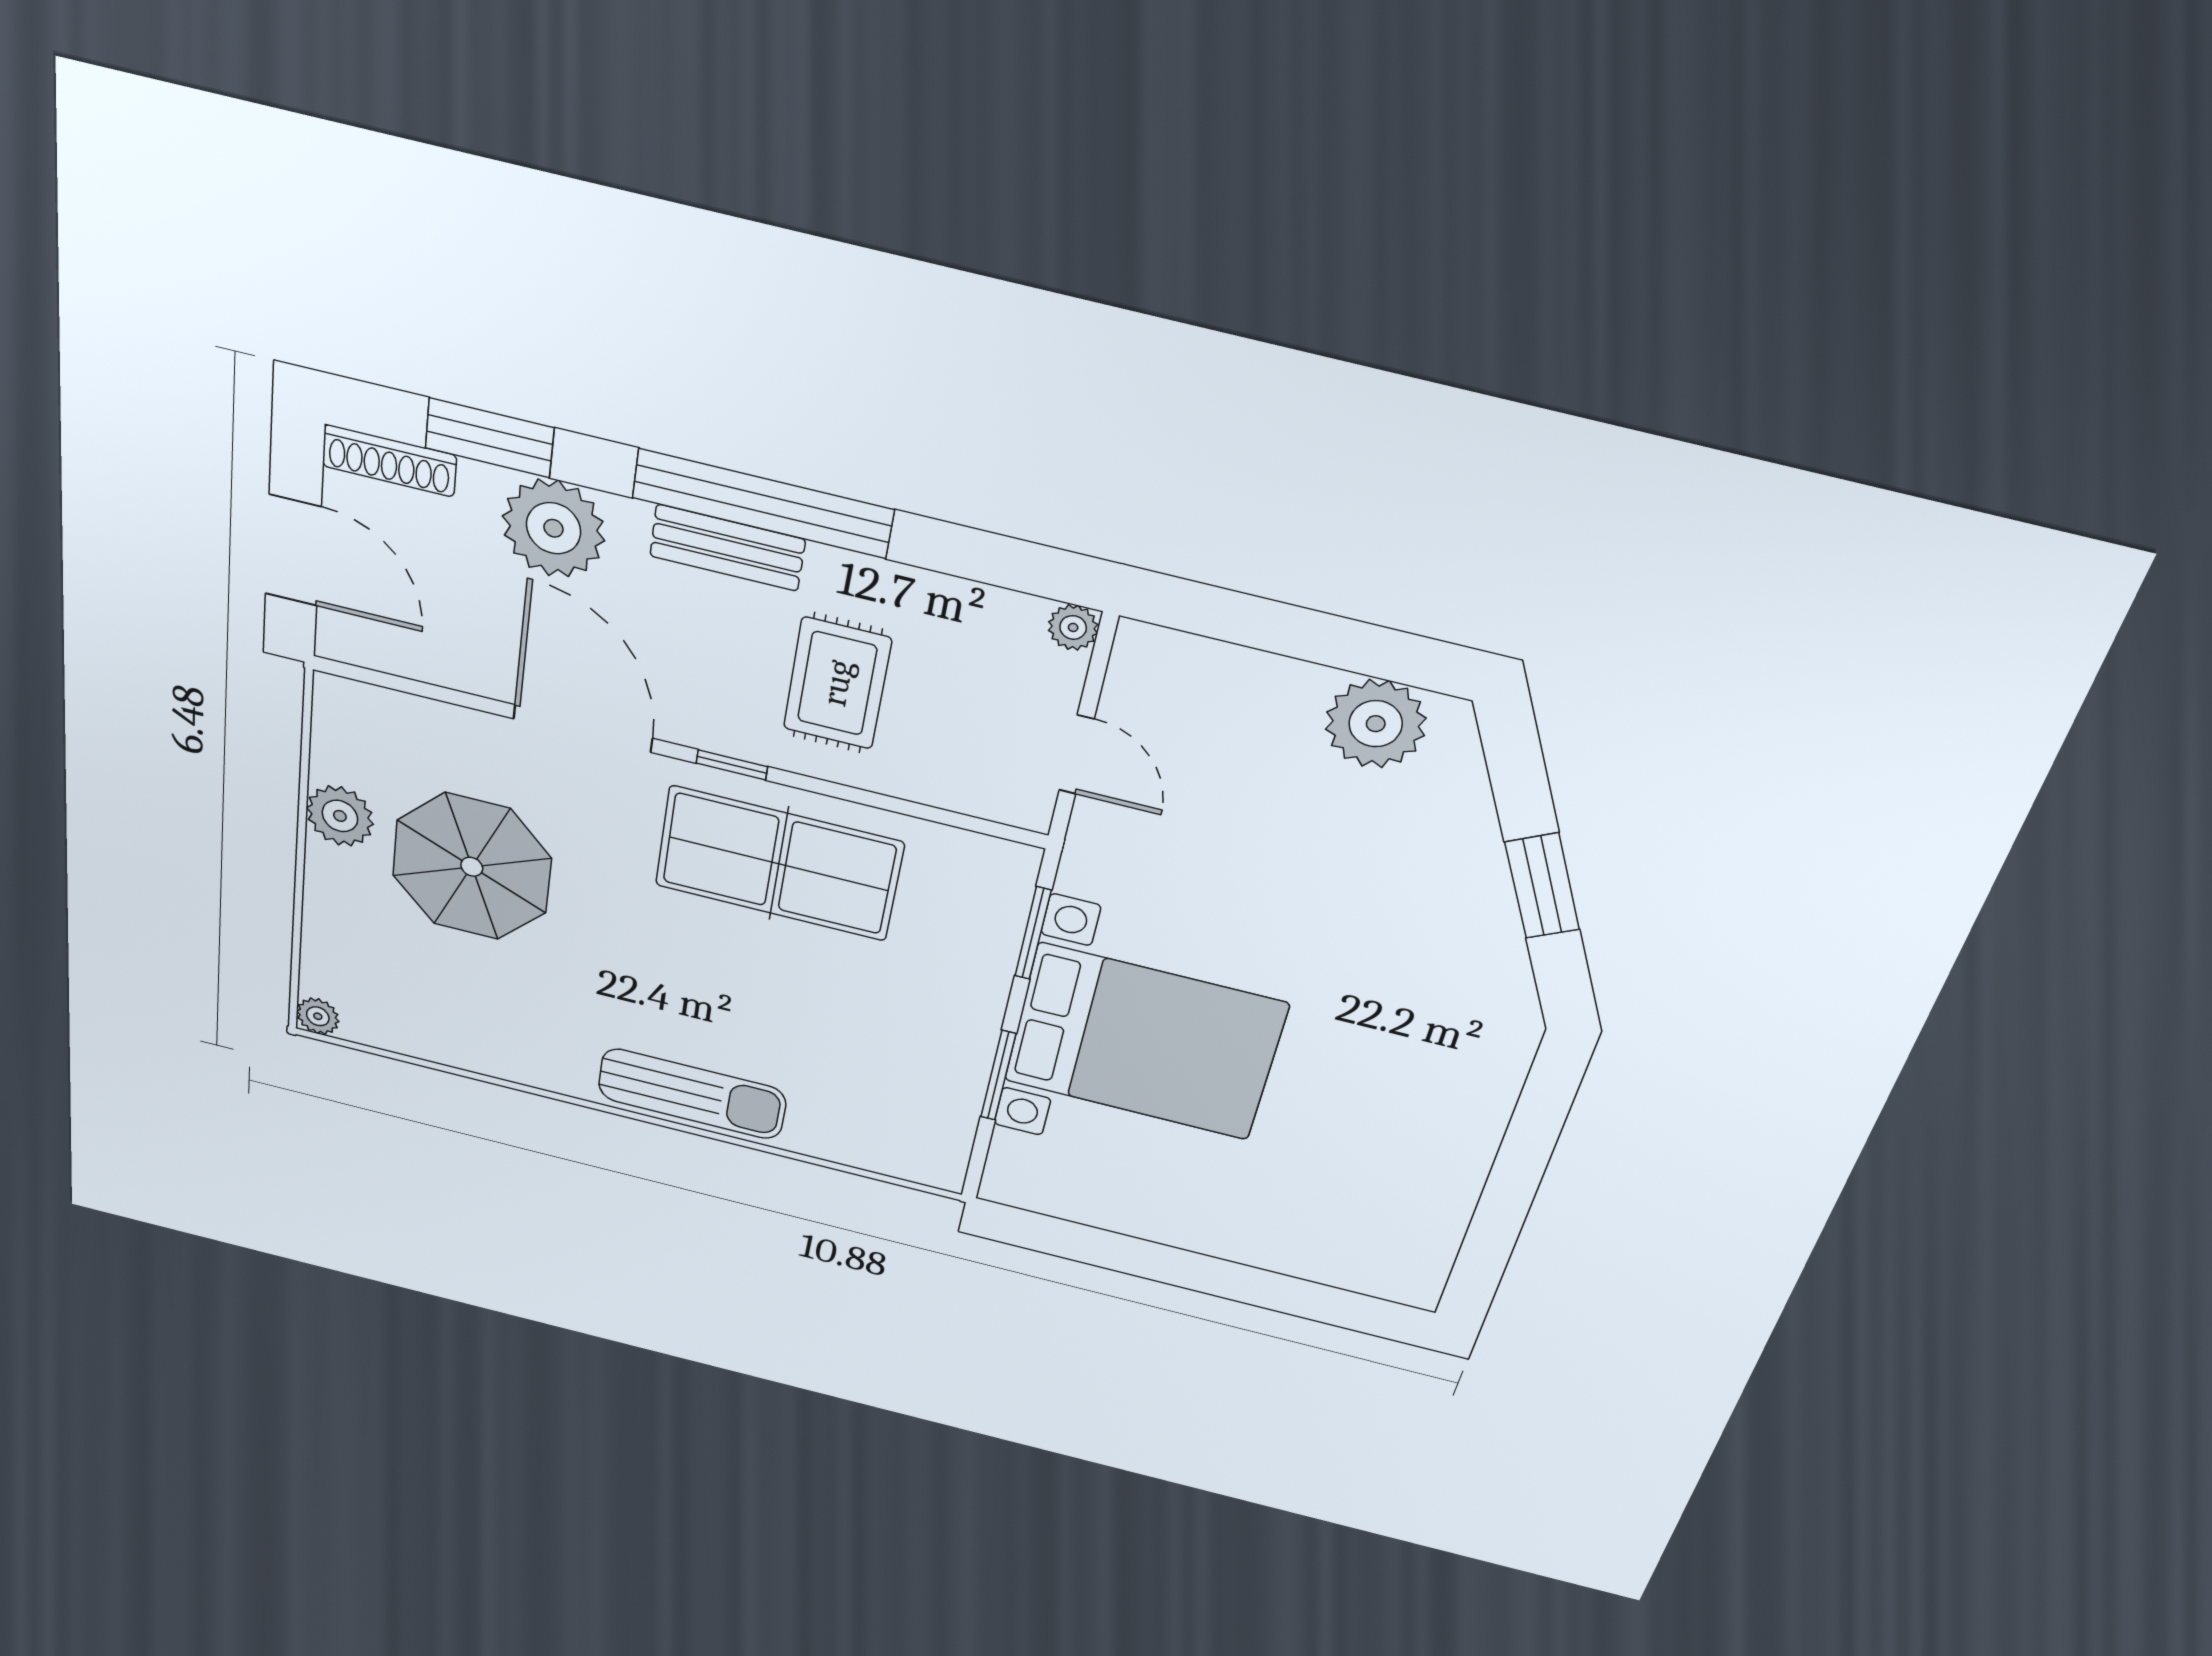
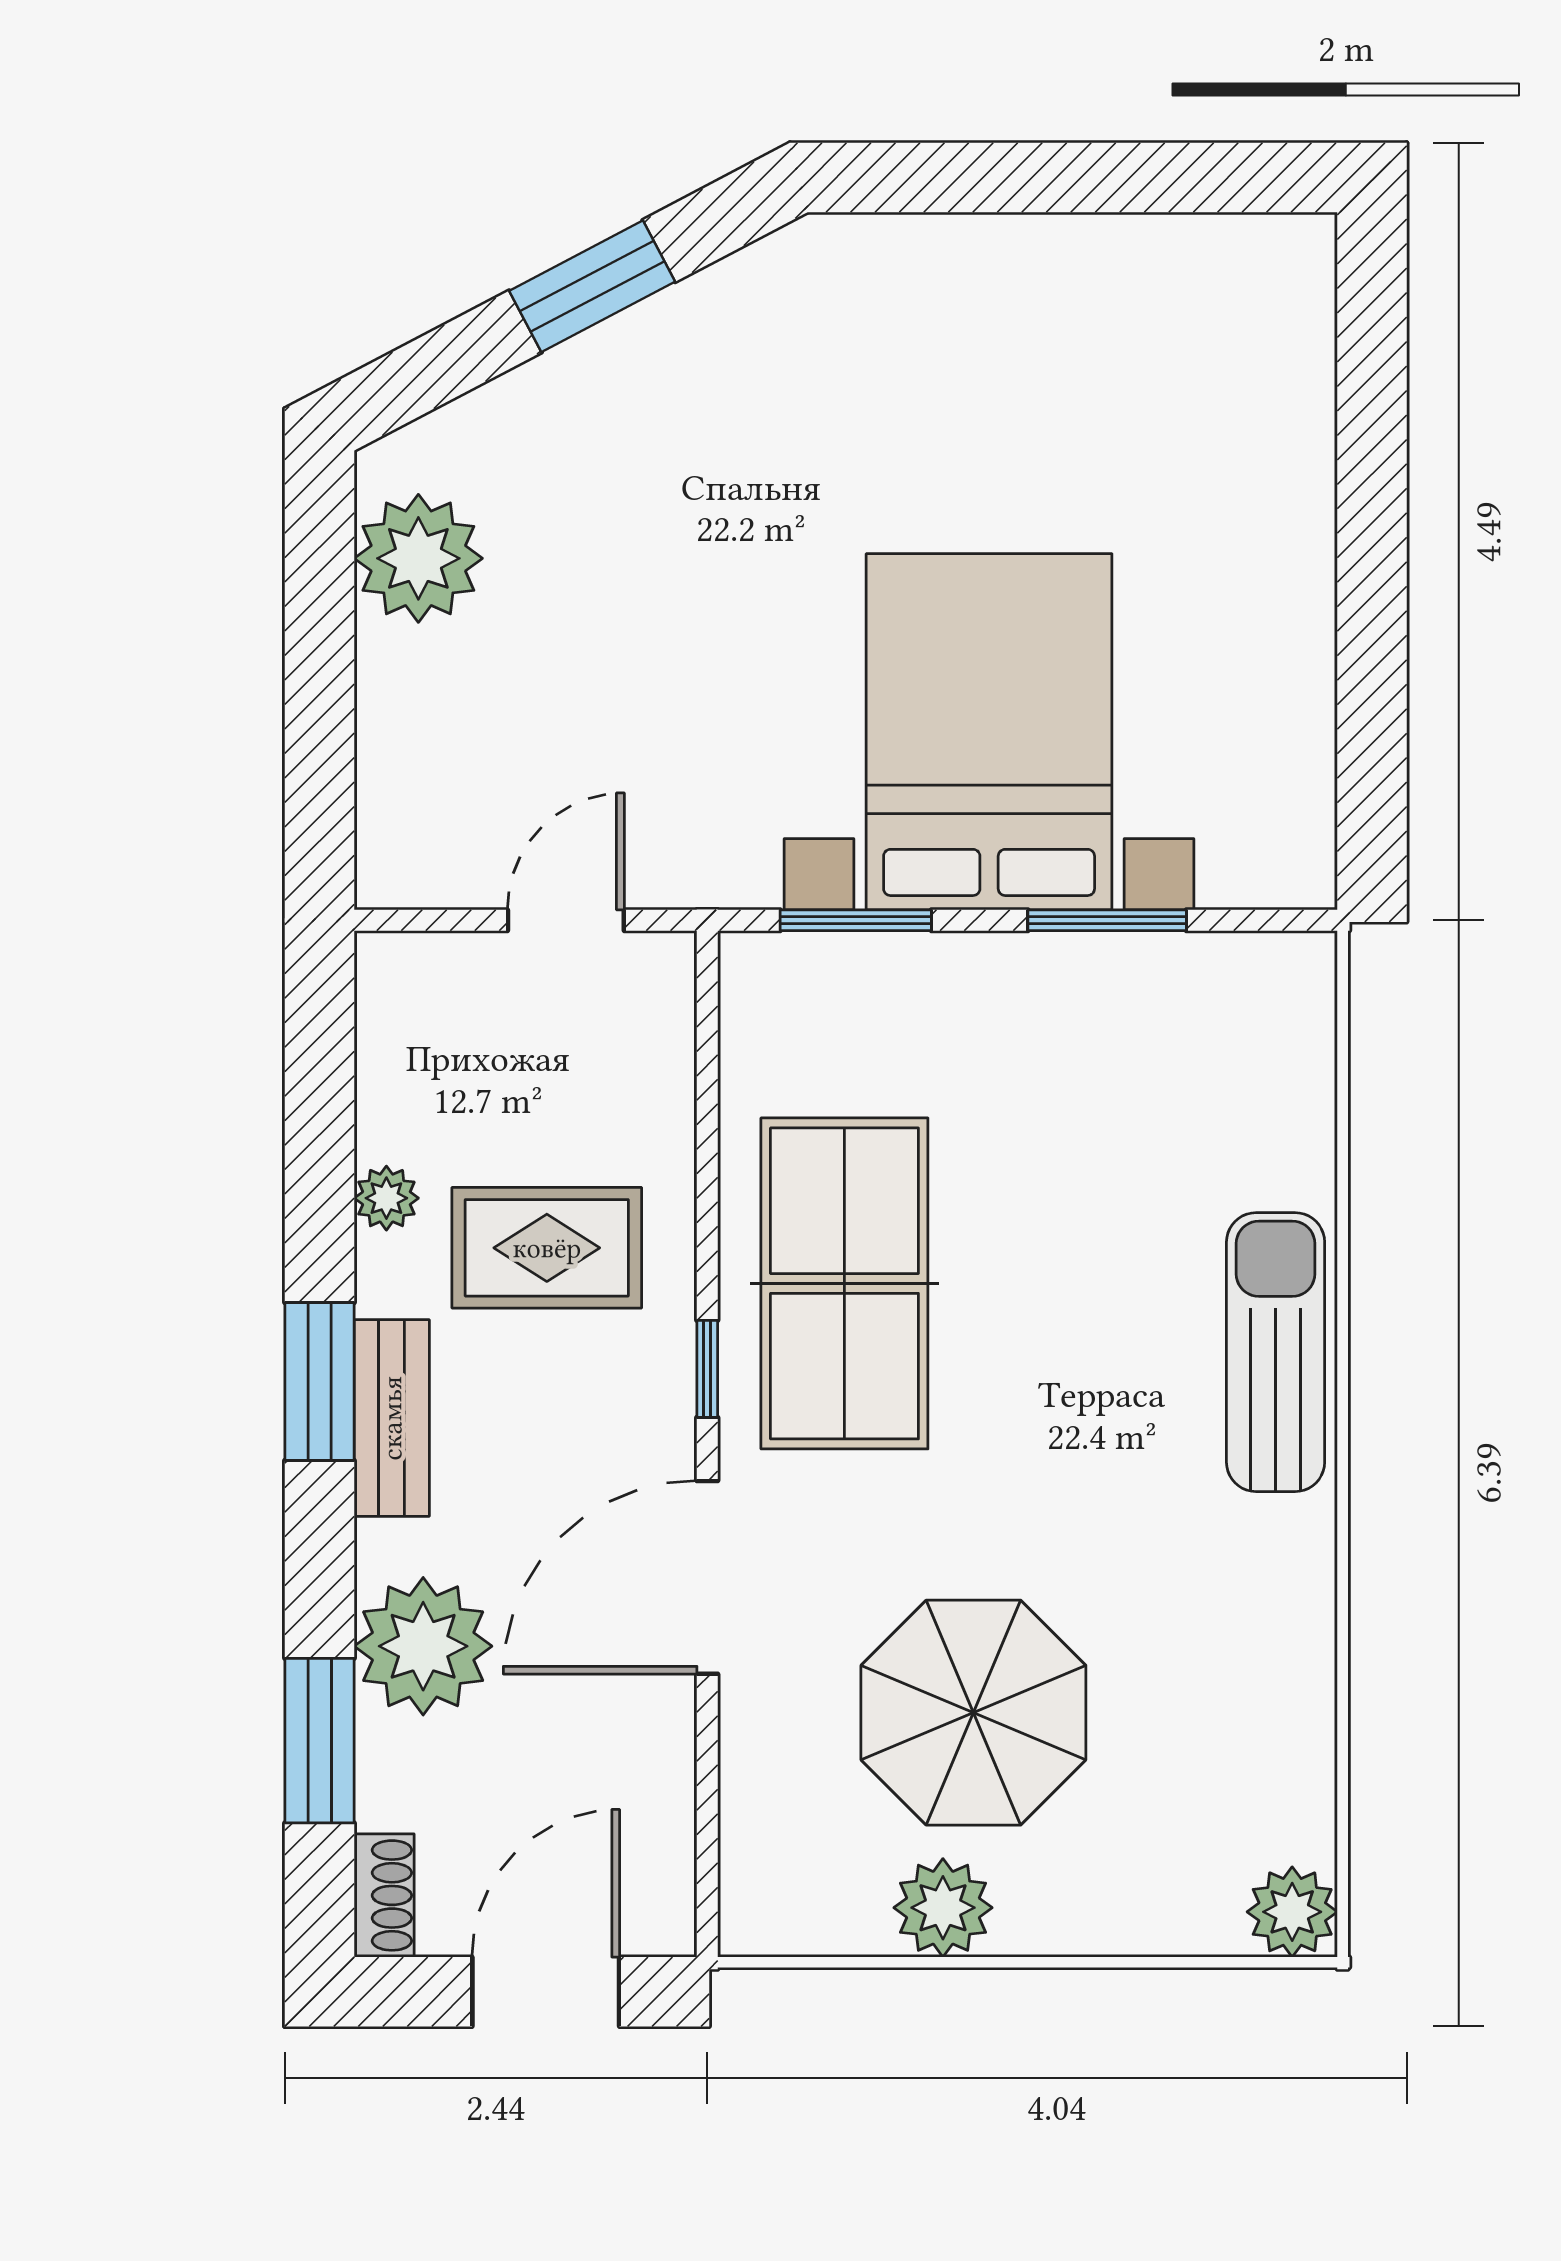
shoe rack: (389, 461) -> (384, 1895), width x0.70
window: (763, 504) -> (320, 1382), width x0.47
plant: (1073, 627) -> (386, 1198), moved
plant: (318, 1016) -> (1292, 1912), width x1.38, depth x1.38

